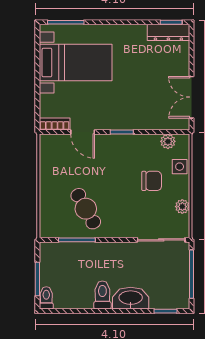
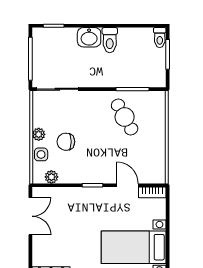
plant: (182, 207) -> (39, 134), moved
washbasin: (131, 298) -> (89, 37), width x0.72

